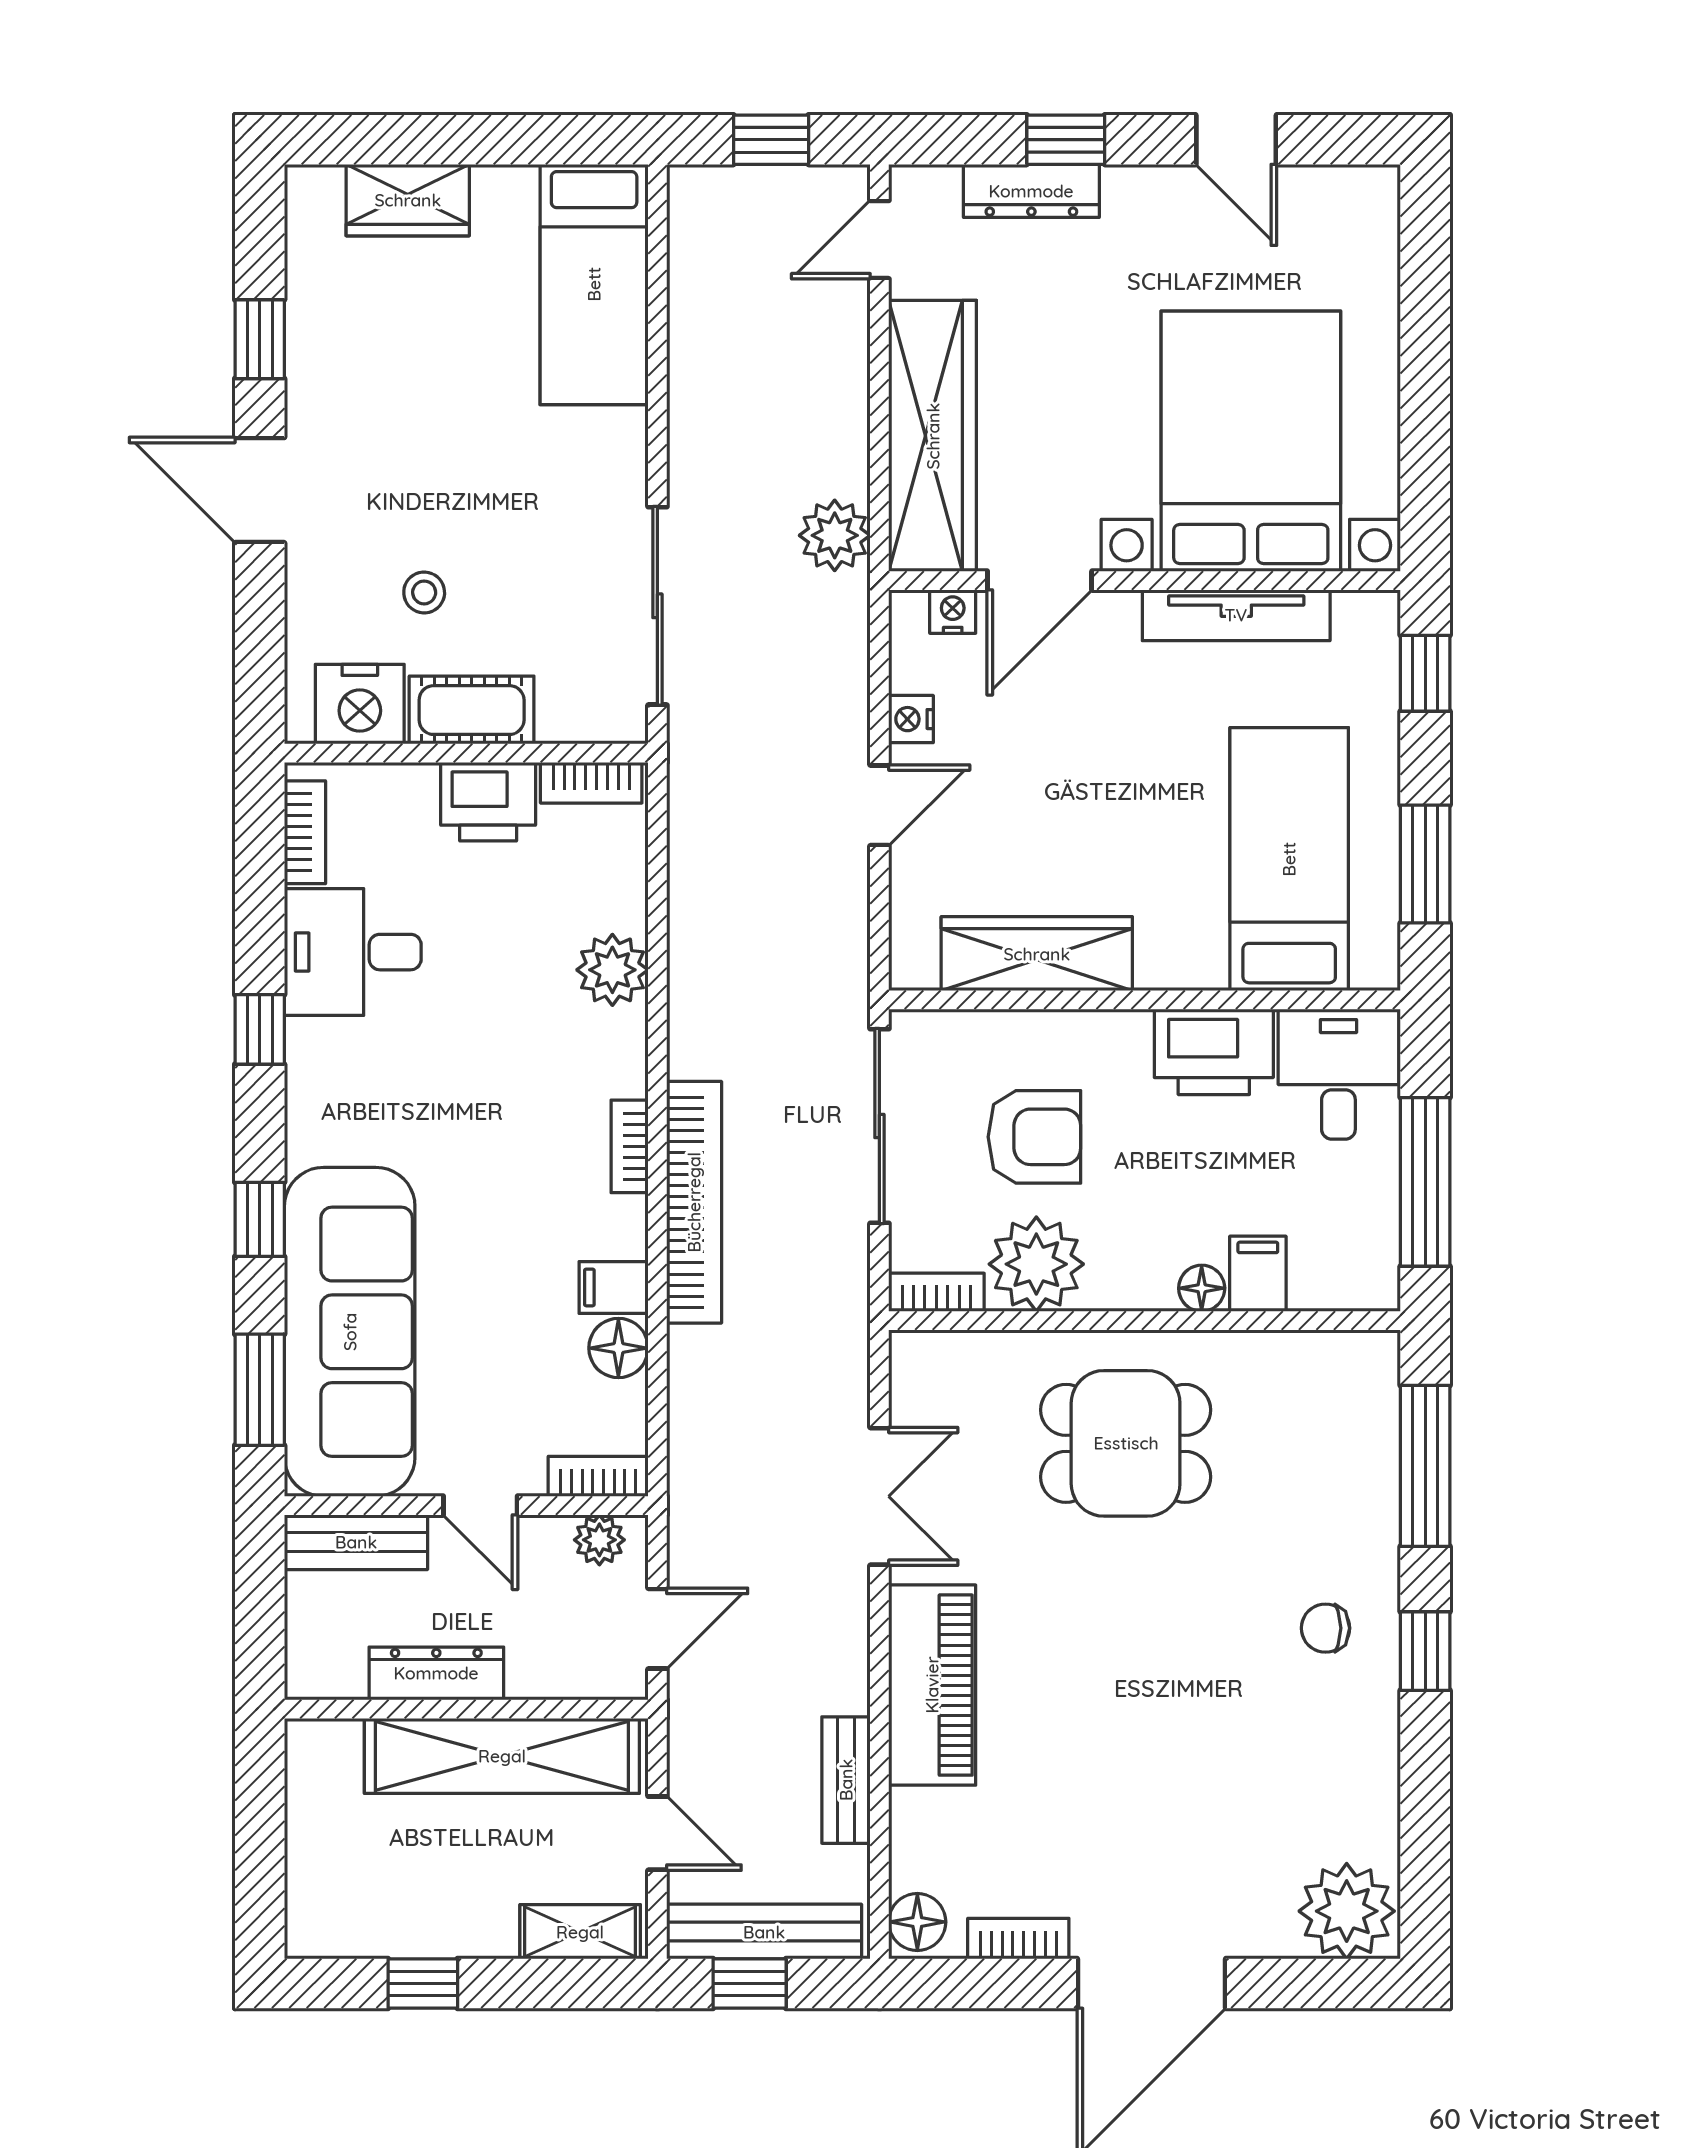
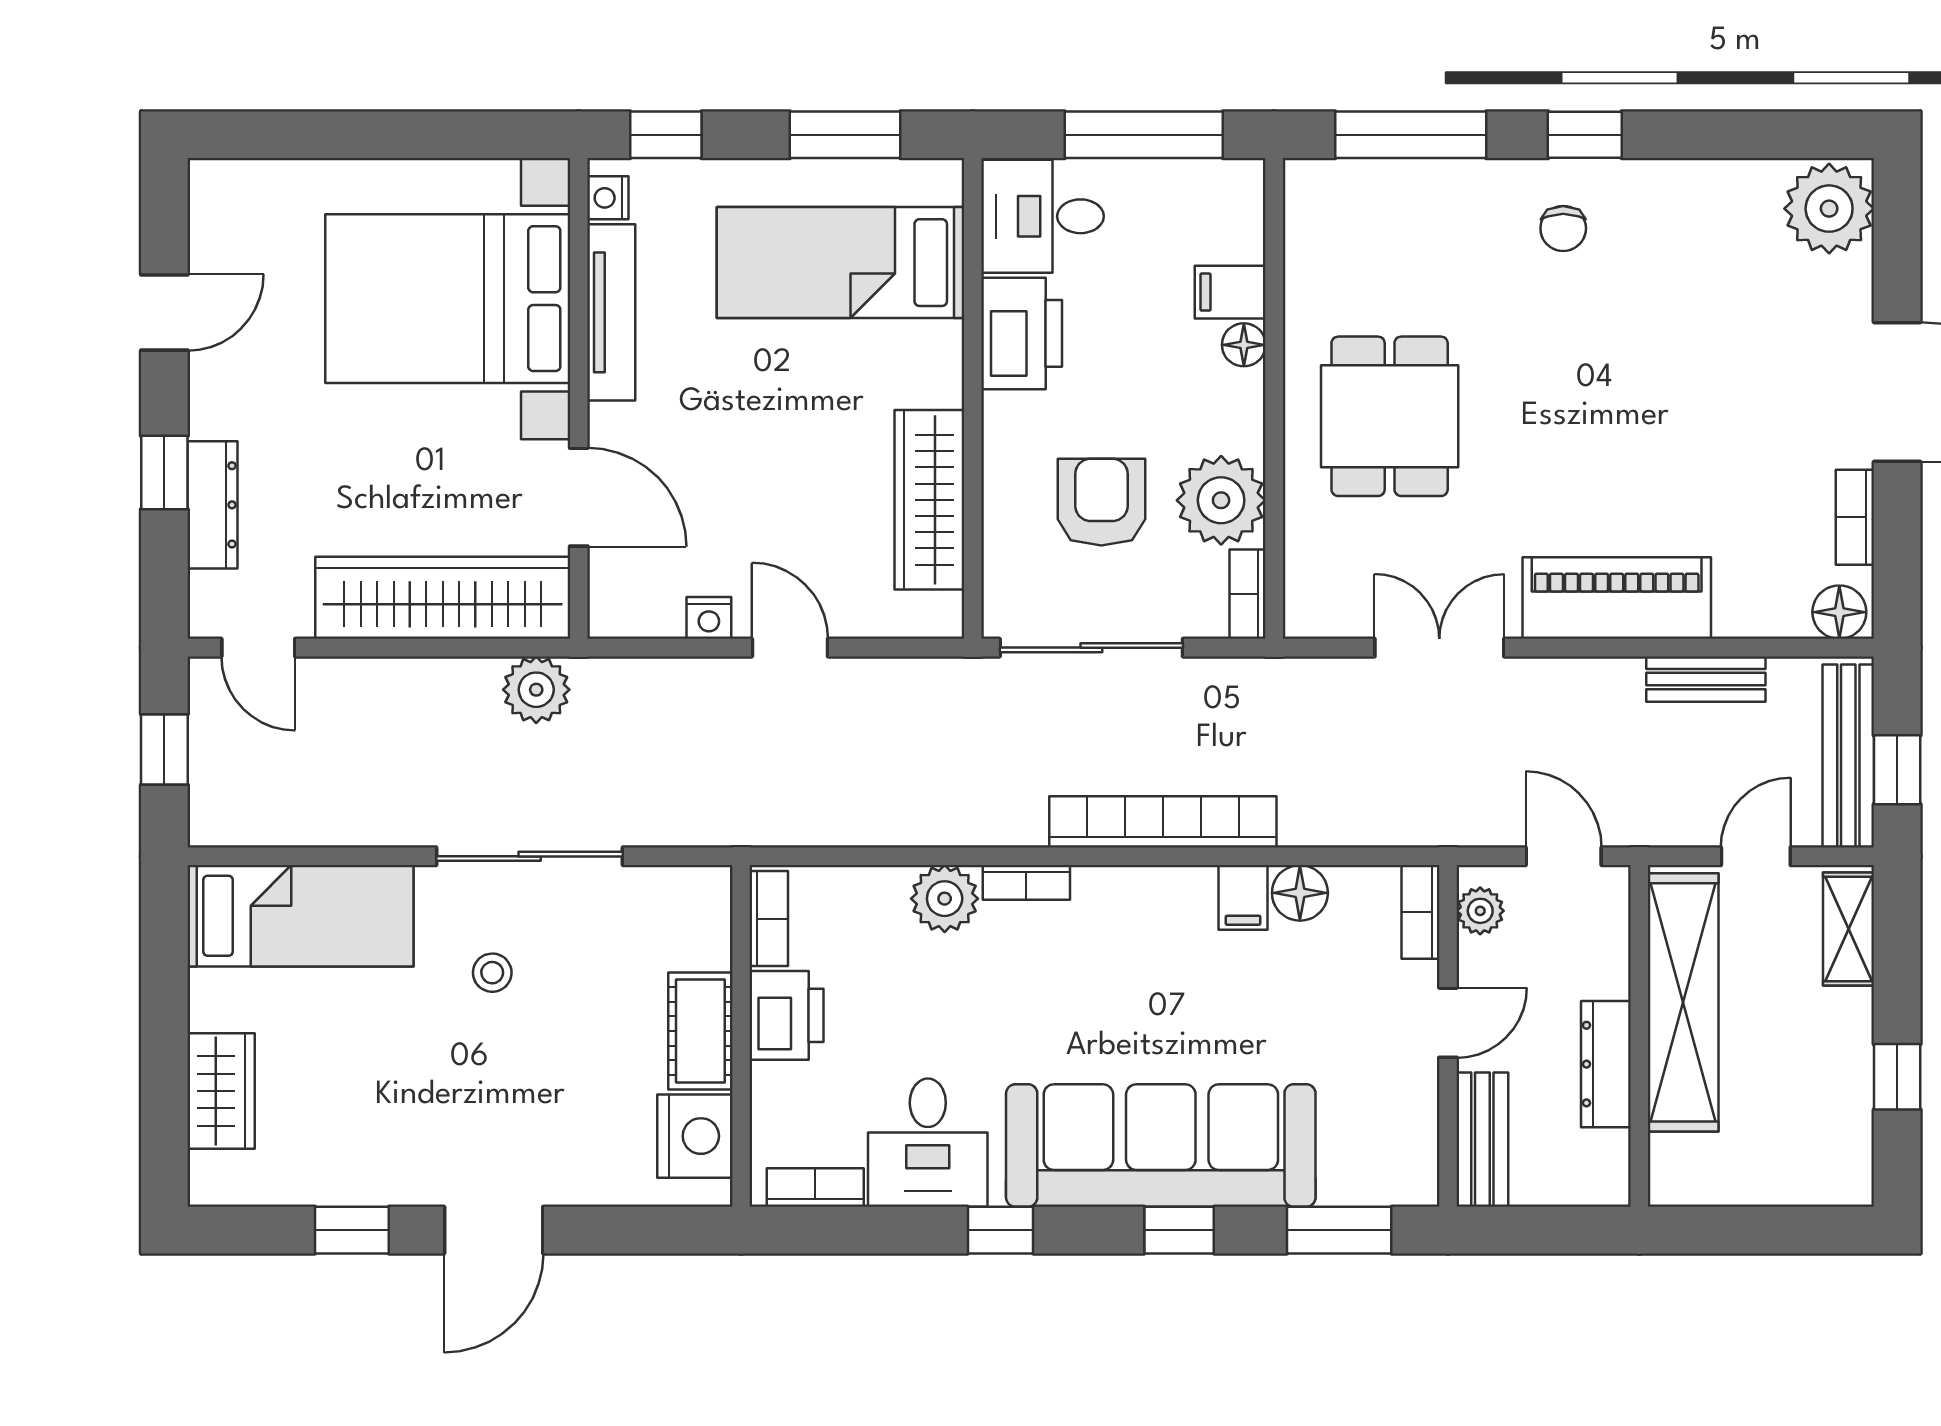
stool: (424, 592) -> (492, 973), moved
sliding door: (657, 606) -> (530, 856), moved
nightstand: (953, 612) -> (608, 198), moved
bookcase: (630, 1146) -> (1026, 882), moved
sofa: (350, 1332) -> (1161, 1146), moved

